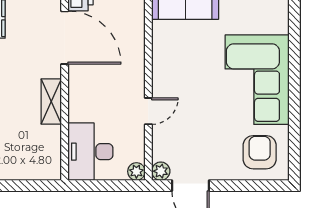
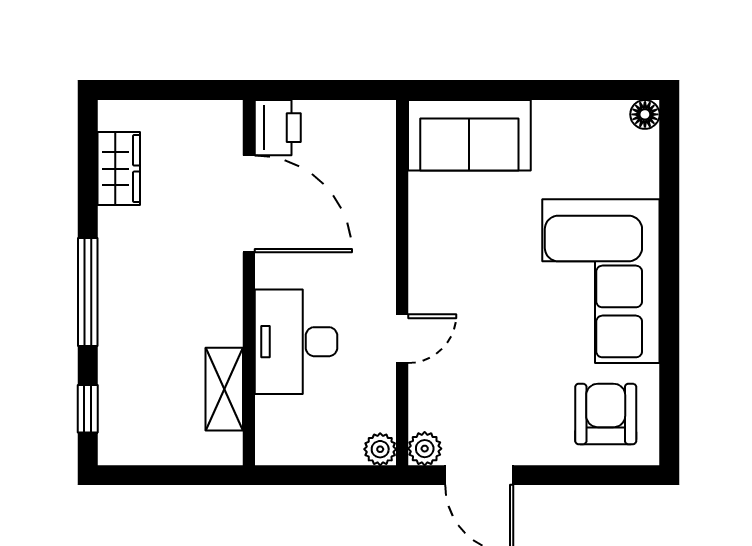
shelving: (51, 101) -> (224, 389), moved
desk: (90, 152) -> (296, 342), moved

